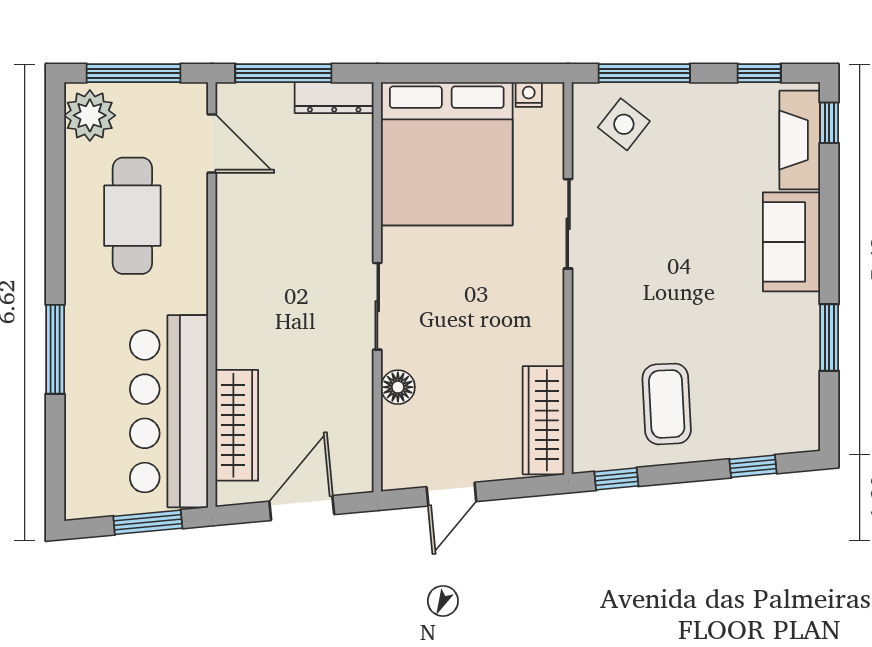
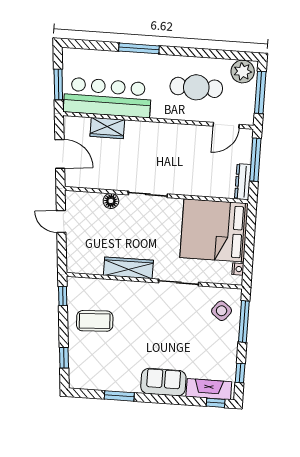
wardrobe: (544, 420) -> (128, 268), moved
wardrobe: (237, 425) -> (107, 128), width x0.67

